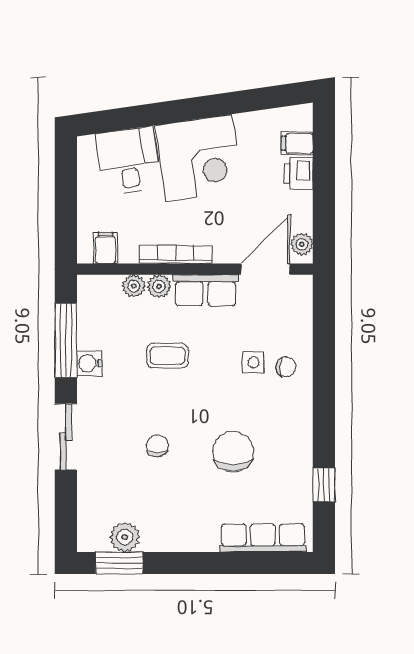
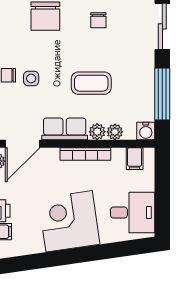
desk: (128, 161) -> (133, 212), moved, turned -82
coffee table: (167, 356) -> (91, 83), width x1.36, depth x1.30
water cooler: (89, 363) -> (146, 131), moved, turned 90

